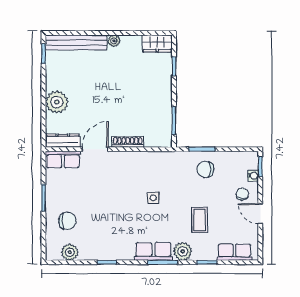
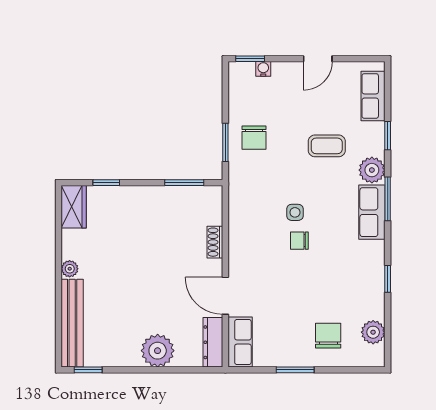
shoe rack: (128, 142) -> (215, 242), width x0.70
chair: (242, 194) -> (299, 241), moved

